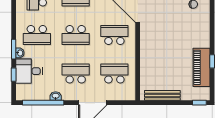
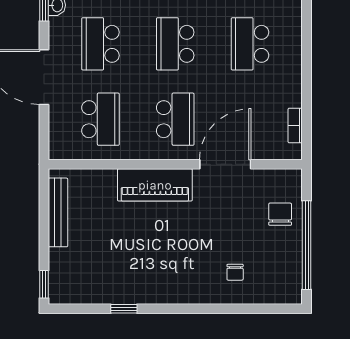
piano: (201, 67) -> (155, 185), moved, turned 180
school desk: (76, 74) -> (100, 44), turned 180

